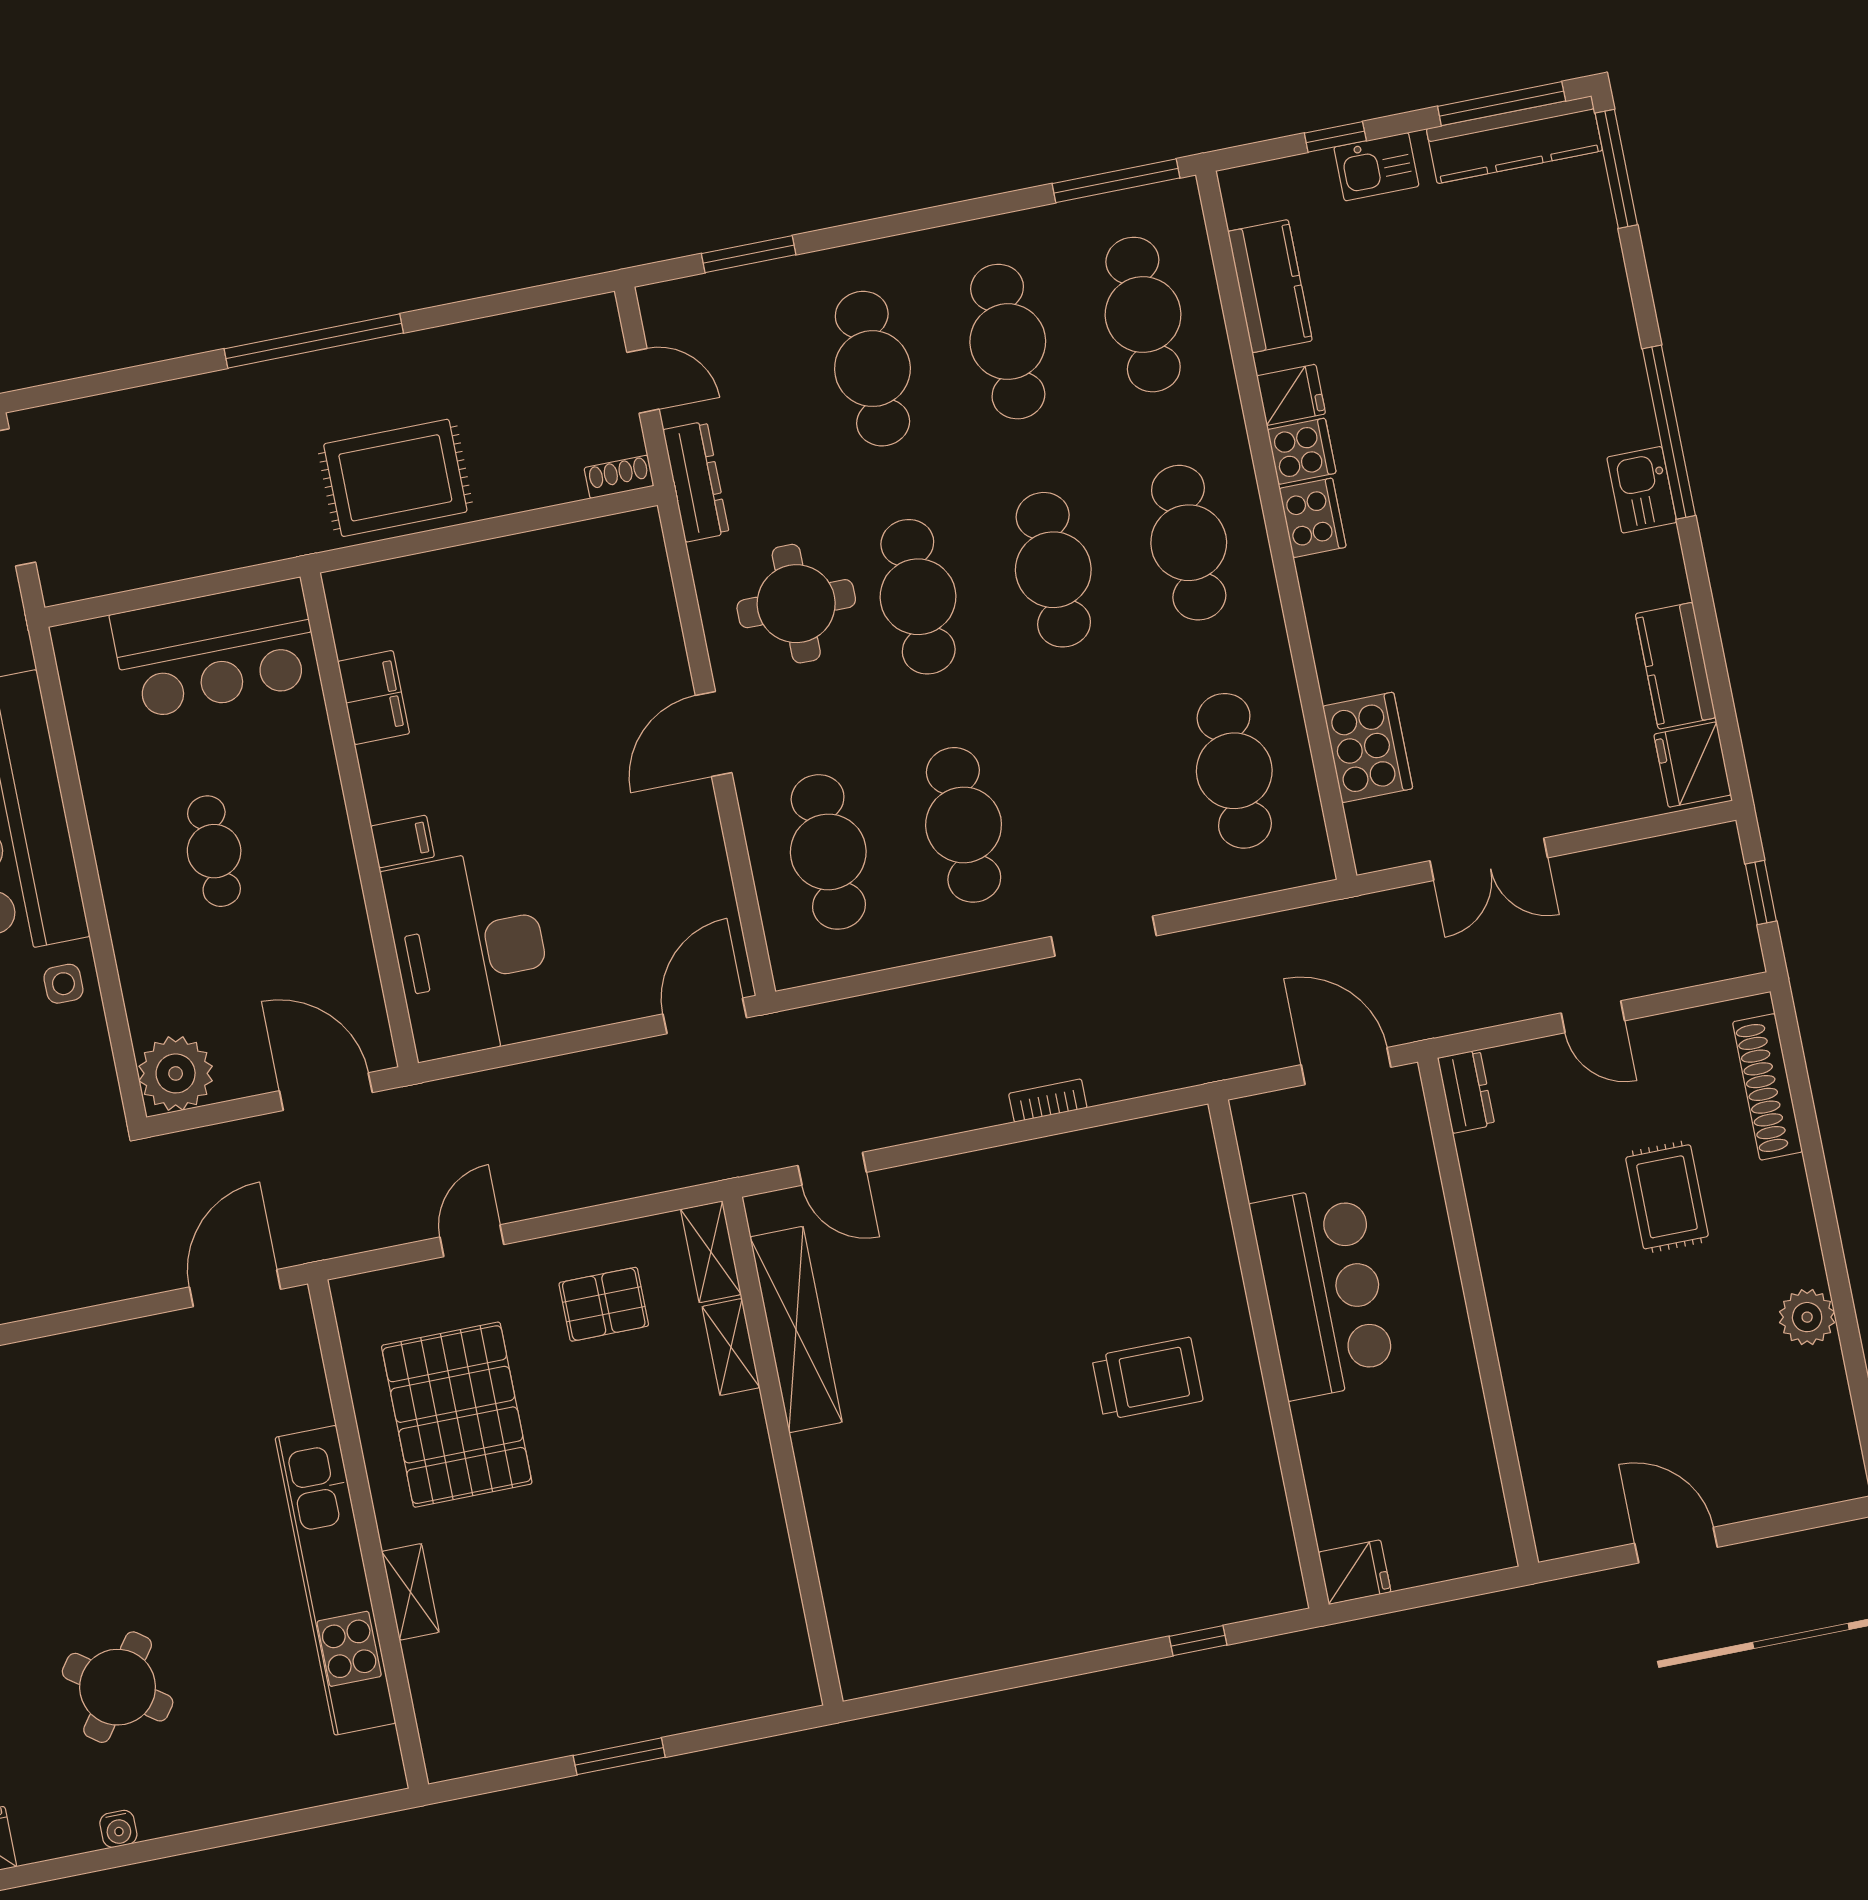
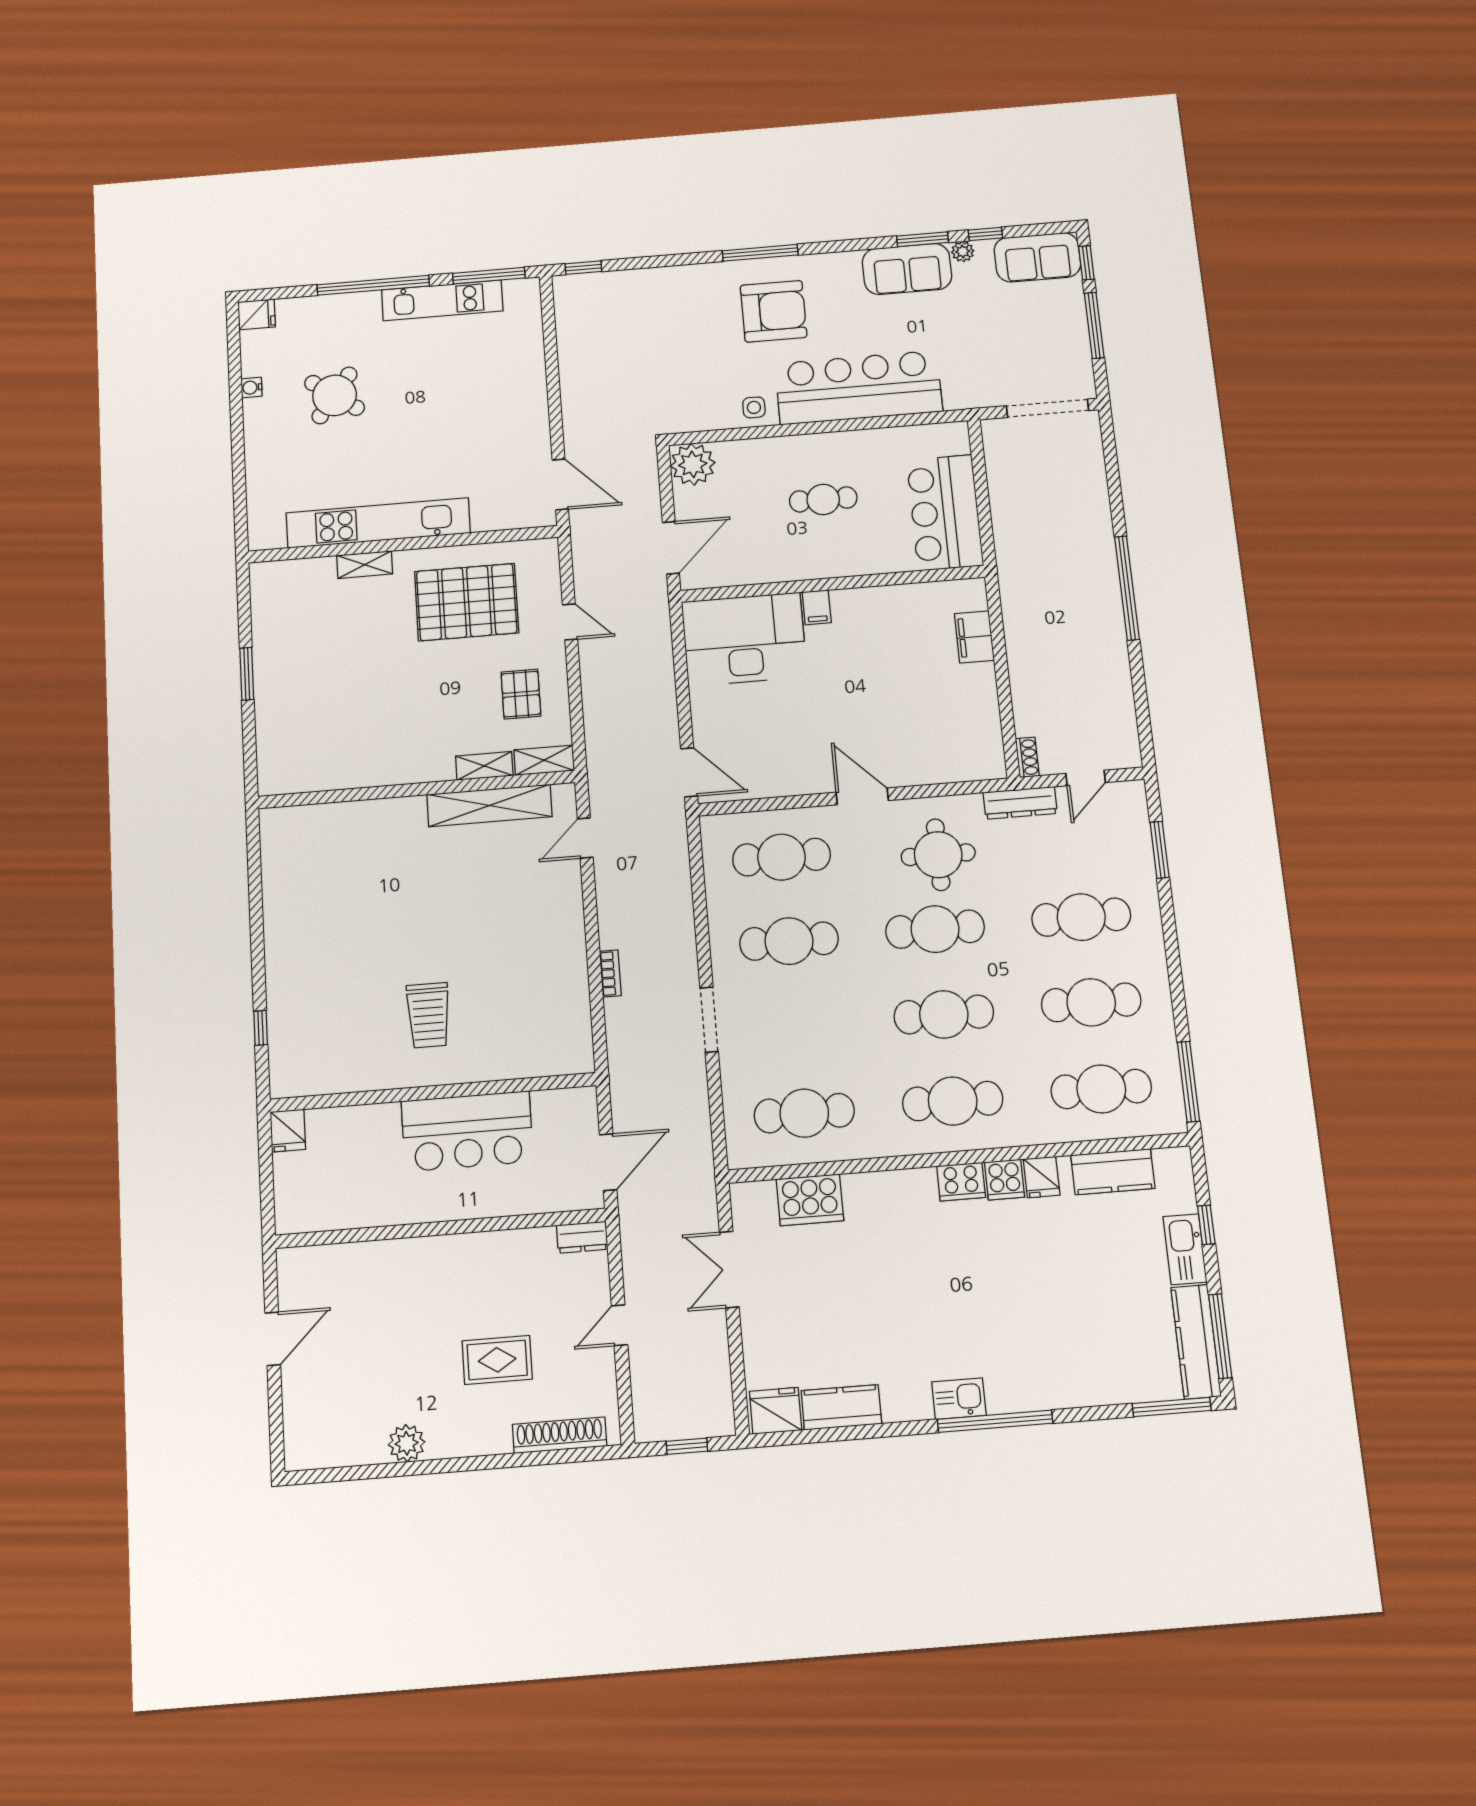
kitchen sink: (1376, 167) -> (1185, 1249), width x1.38
rug: (395, 478) -> (1039, 626), removed
filing cabinet: (374, 698) -> (974, 637), moved, turned 90

